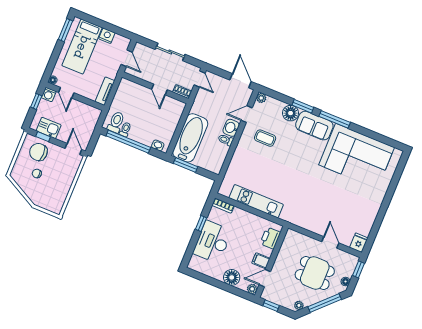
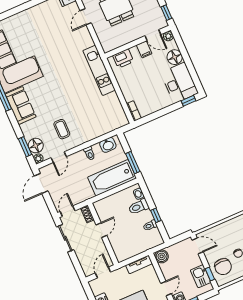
sliding door: (170, 52) -> (65, 238), moved
window: (303, 106) -> (25, 147), moved
floor lamp: (291, 113) -> (36, 146), moved
boiler: (93, 114) -> (162, 256), added
door: (247, 114) -> (59, 157), hinge flipped
toilet: (116, 122) -> (139, 207), moved
washbasin: (231, 128) -> (108, 145), moved
window: (128, 142) -> (156, 215), width x0.32
door: (73, 149) -> (198, 246), swing flipped
kitchen unit: (256, 201) -> (99, 70), moved
window: (201, 224) -> (188, 101), moved
desk: (212, 242) -> (179, 83), moved, turned -90

